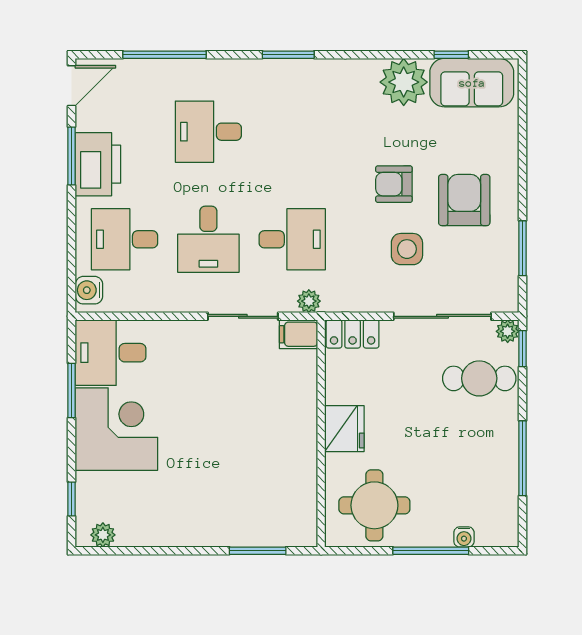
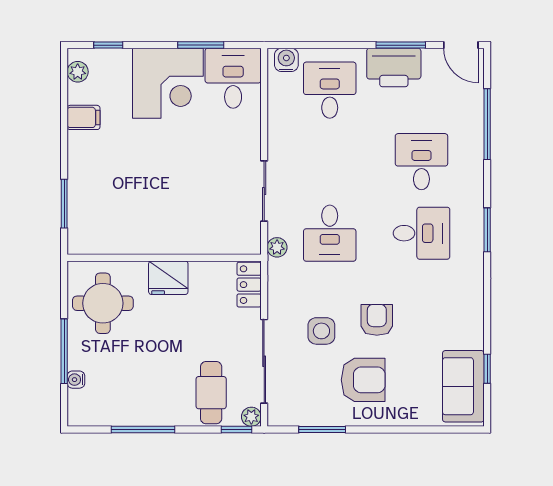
plant: (404, 82) -> (464, 328), removed
desk: (208, 239) -> (421, 233), moved, turned 180
filing cabinet: (298, 334) -> (84, 117), moved, turned 90

